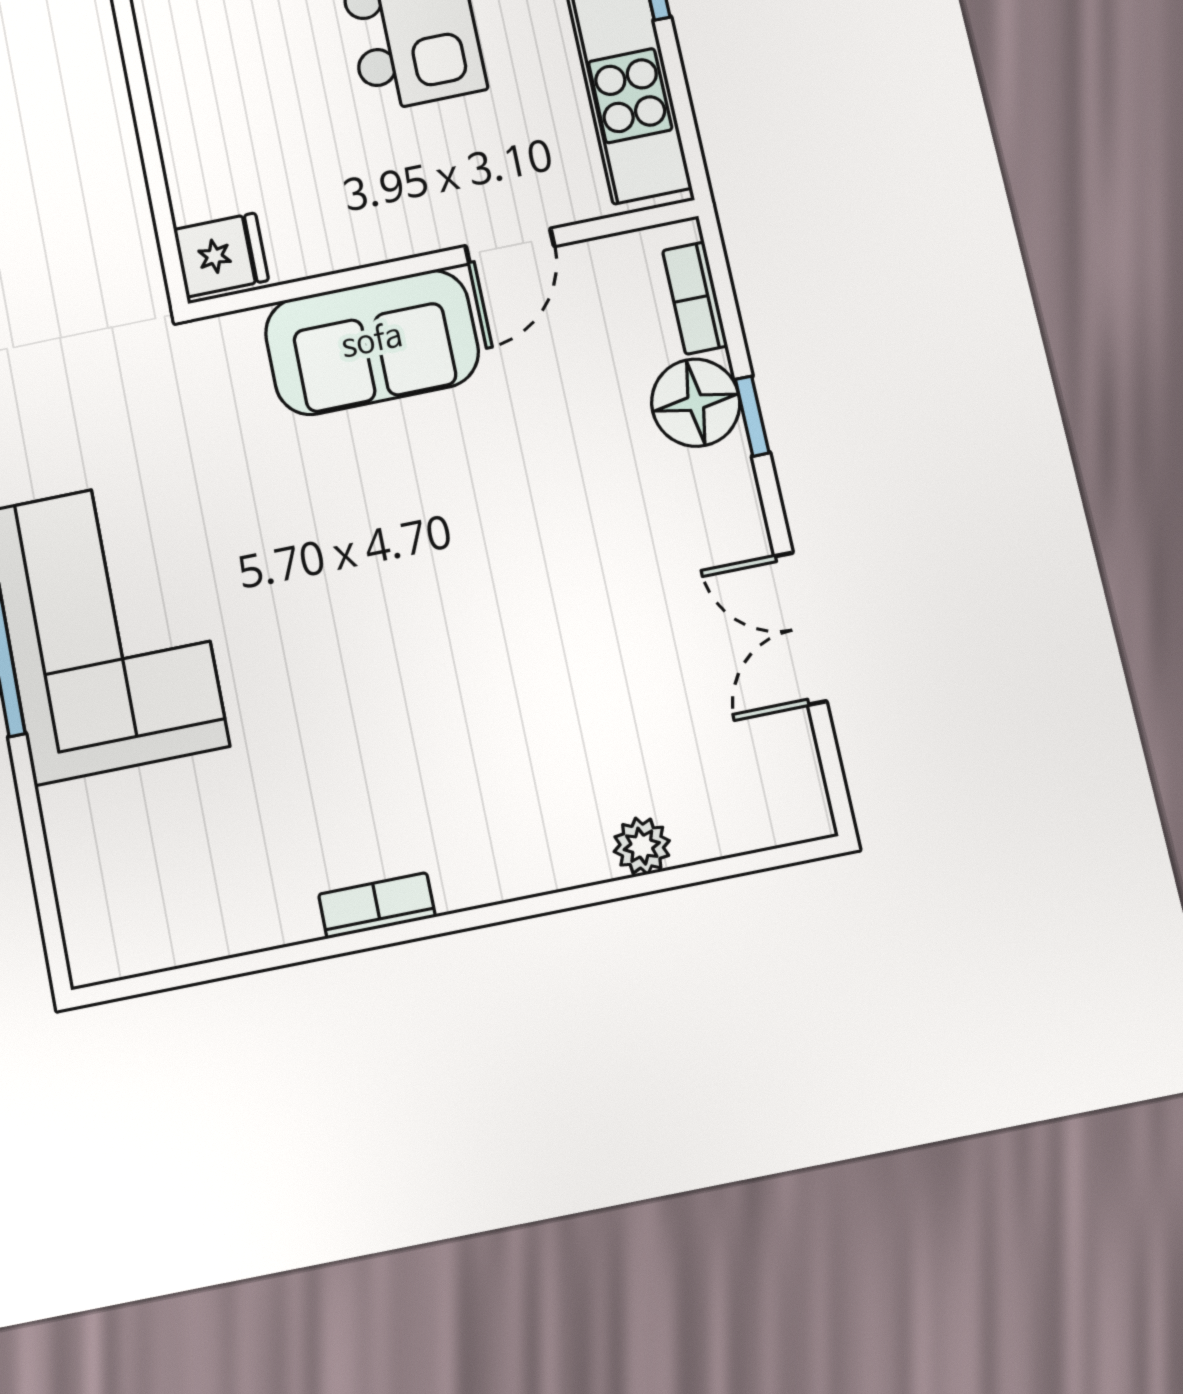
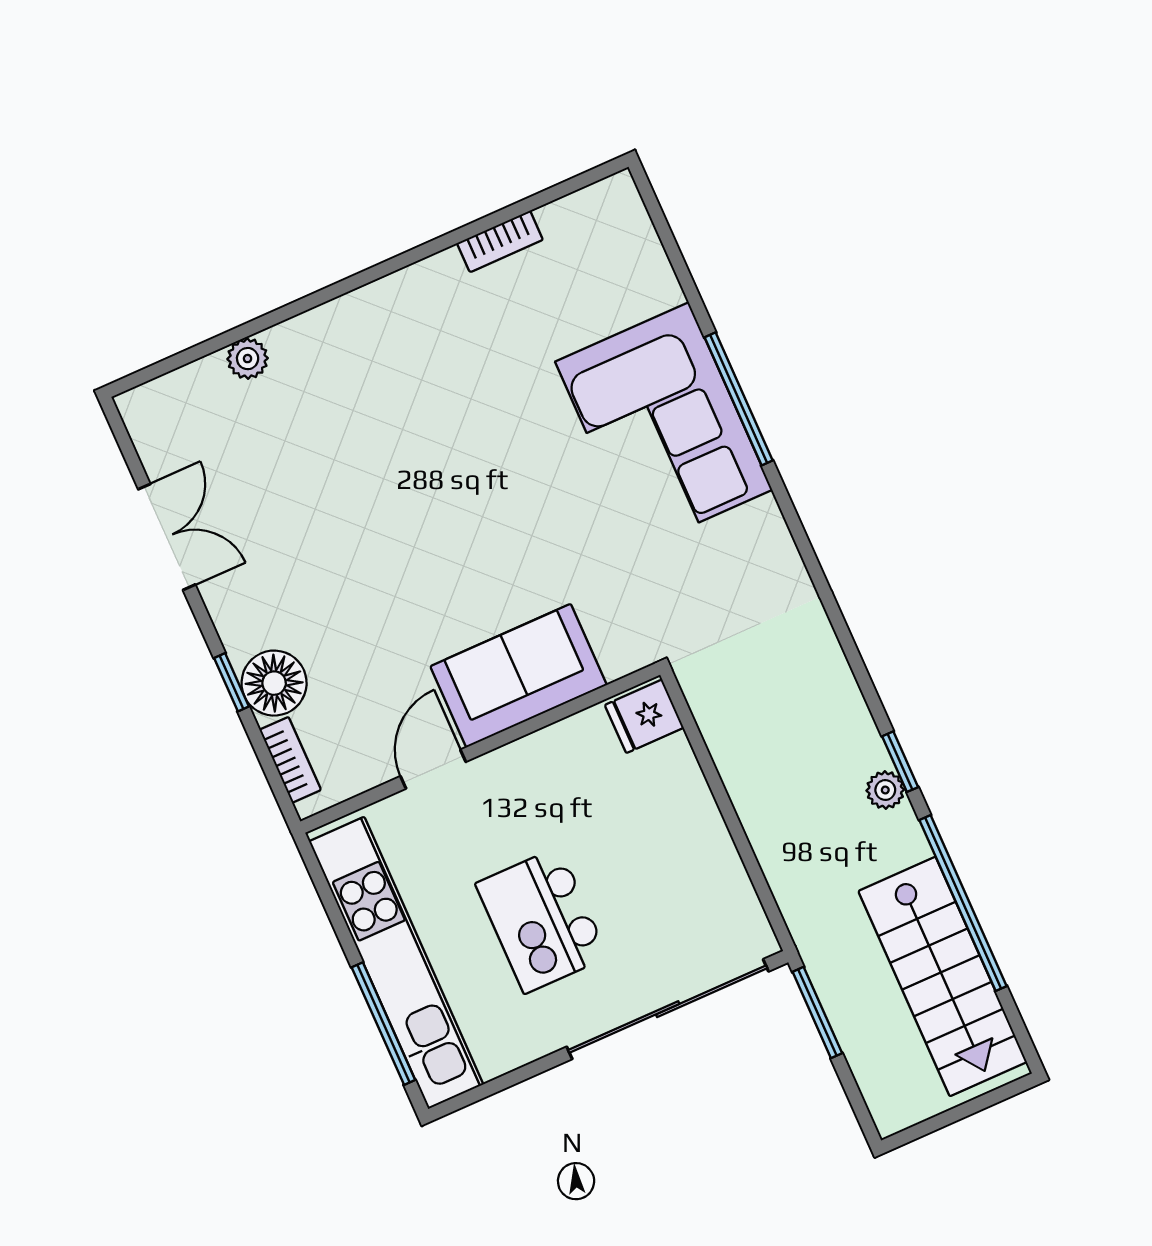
bookcase: (377, 906) -> (500, 241), moved

